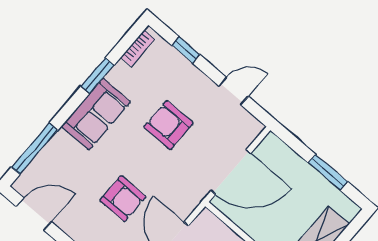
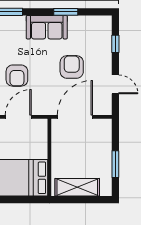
bookcase: (138, 48) -> (96, 20), removed
door: (231, 172) -> (75, 117), swing flipped

